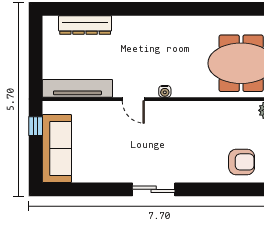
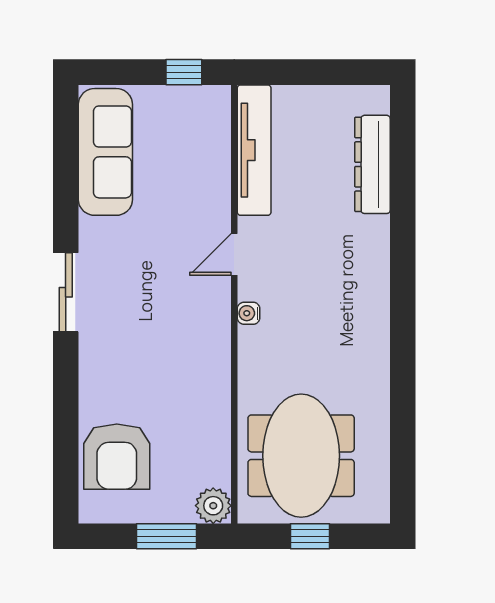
sofa: (57, 149) -> (105, 152), moved, turned -90
armchair: (242, 162) -> (117, 457), width x1.36, depth x1.36

